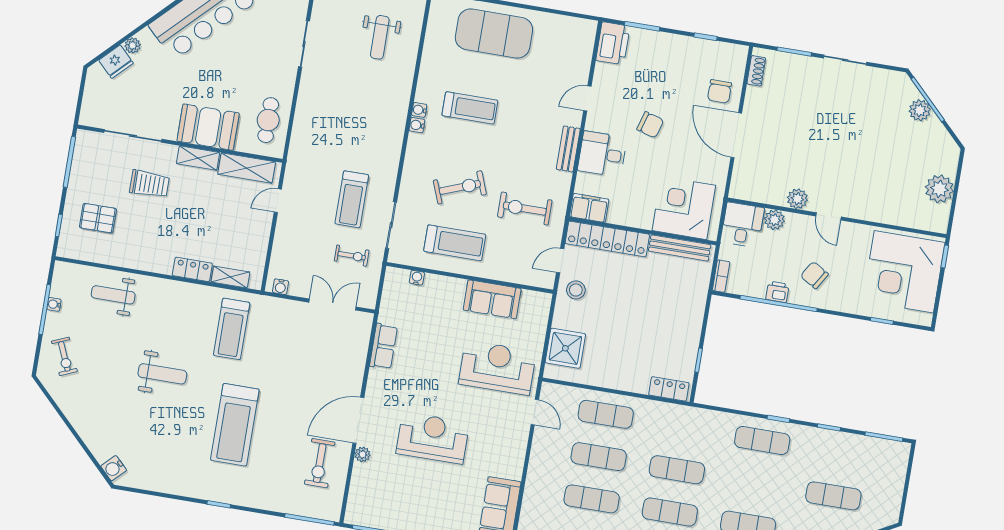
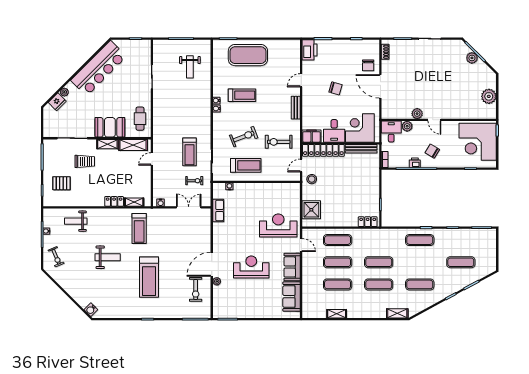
desk: (602, 154) -> (334, 131), moved, turned -90
sofa: (492, 299) -> (292, 267), moved, turned 90
row of seats: (383, 346) -> (218, 210), moved

